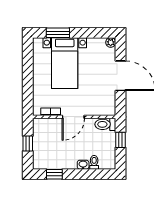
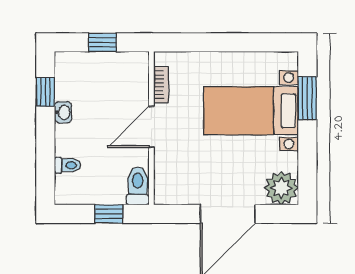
plant: (111, 42) -> (281, 188), width x1.88, depth x1.88
door: (73, 117) -> (151, 127), hinge flipped
washbasin: (83, 165) -> (63, 112), moved

